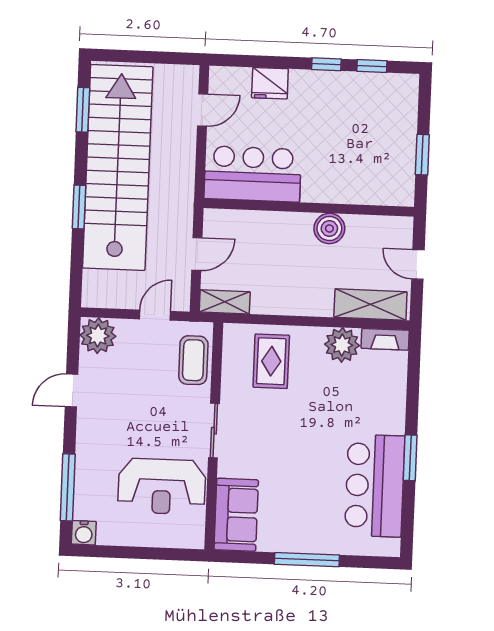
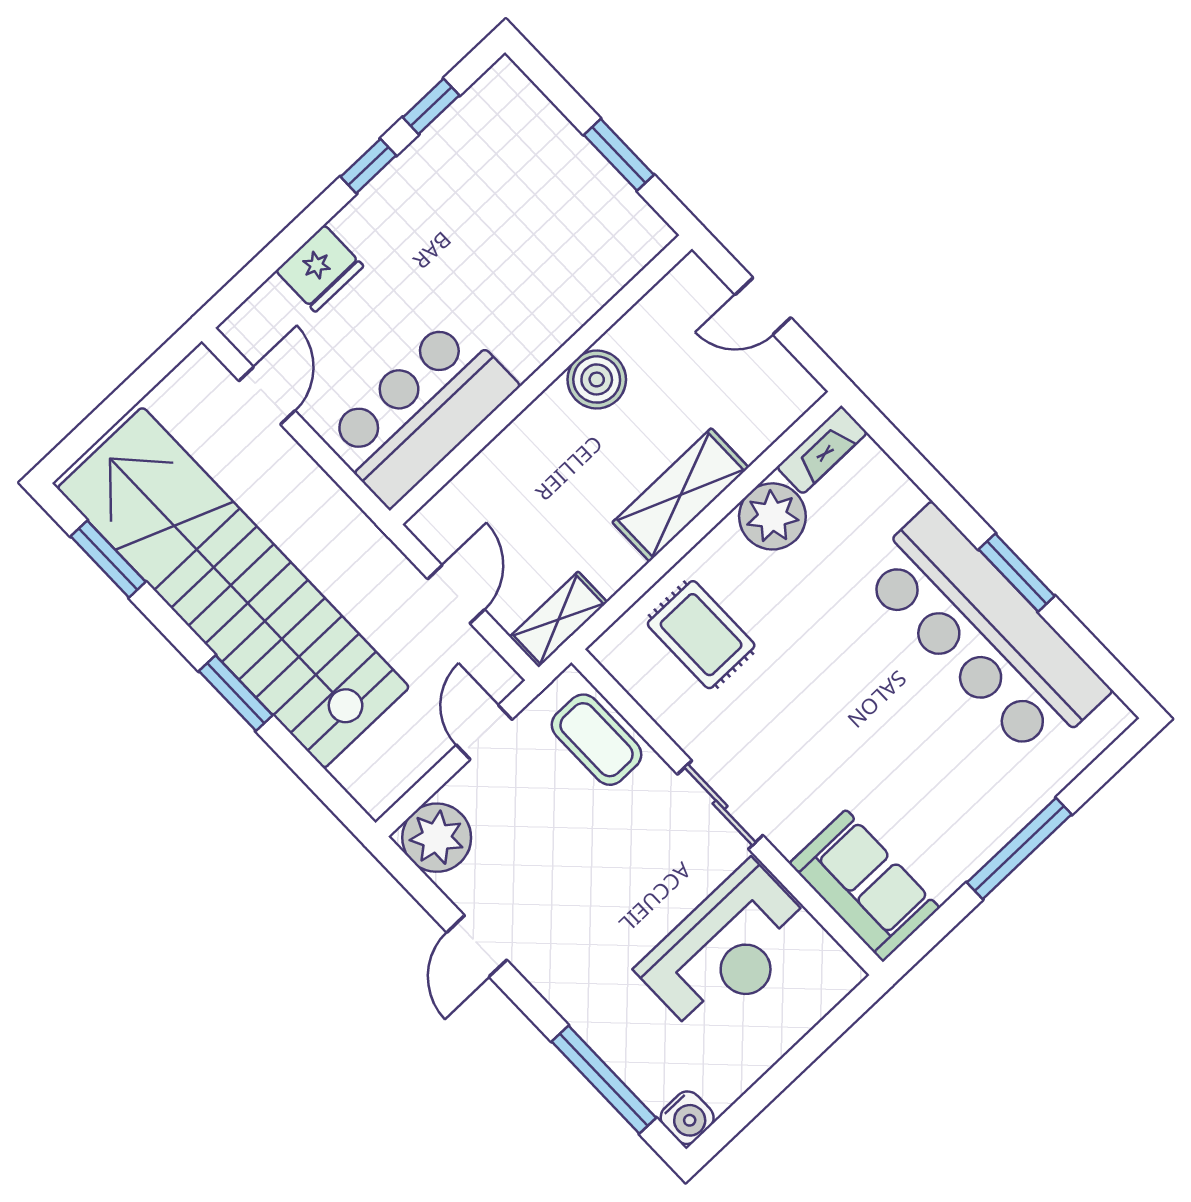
shelving: (370, 305) -> (680, 495), moved
bar counter: (375, 486) -> (984, 632), width x1.36

